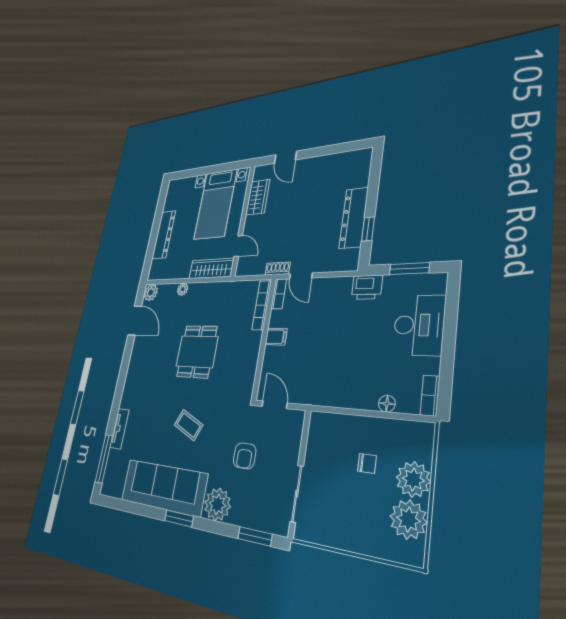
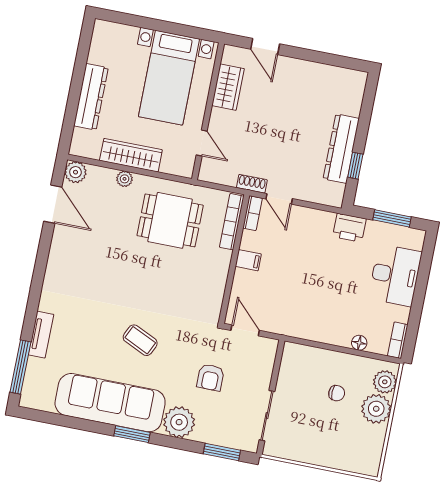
wardrobe: (211, 268) -> (131, 155), moved
dining table: (197, 352) -> (170, 220), moved, turned 90
plant: (408, 519) -> (385, 382), moved, width x0.73, depth x0.73

